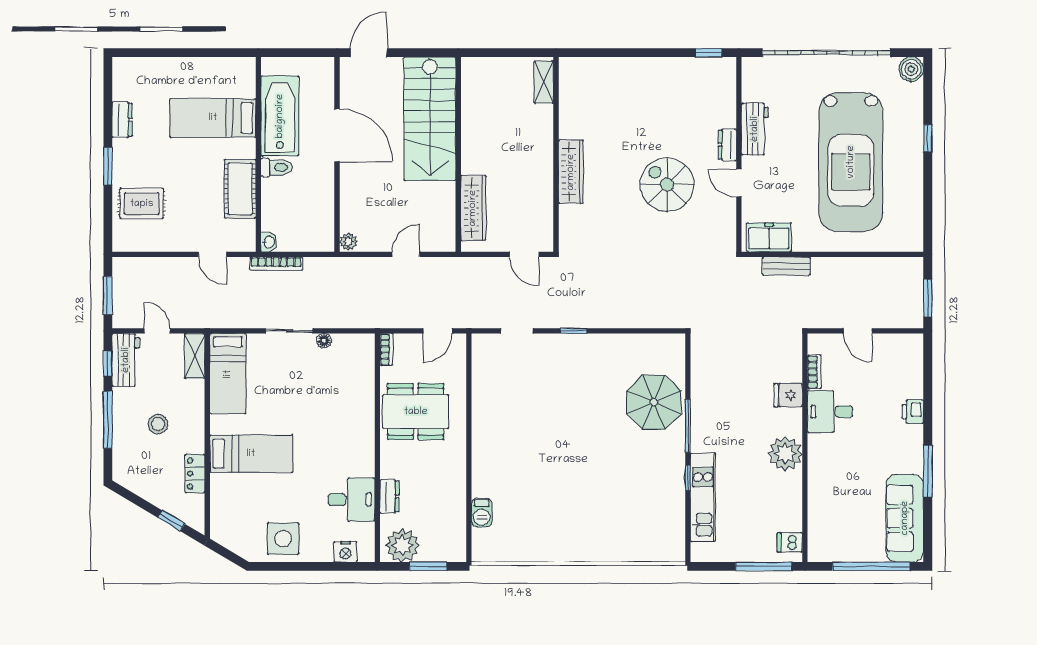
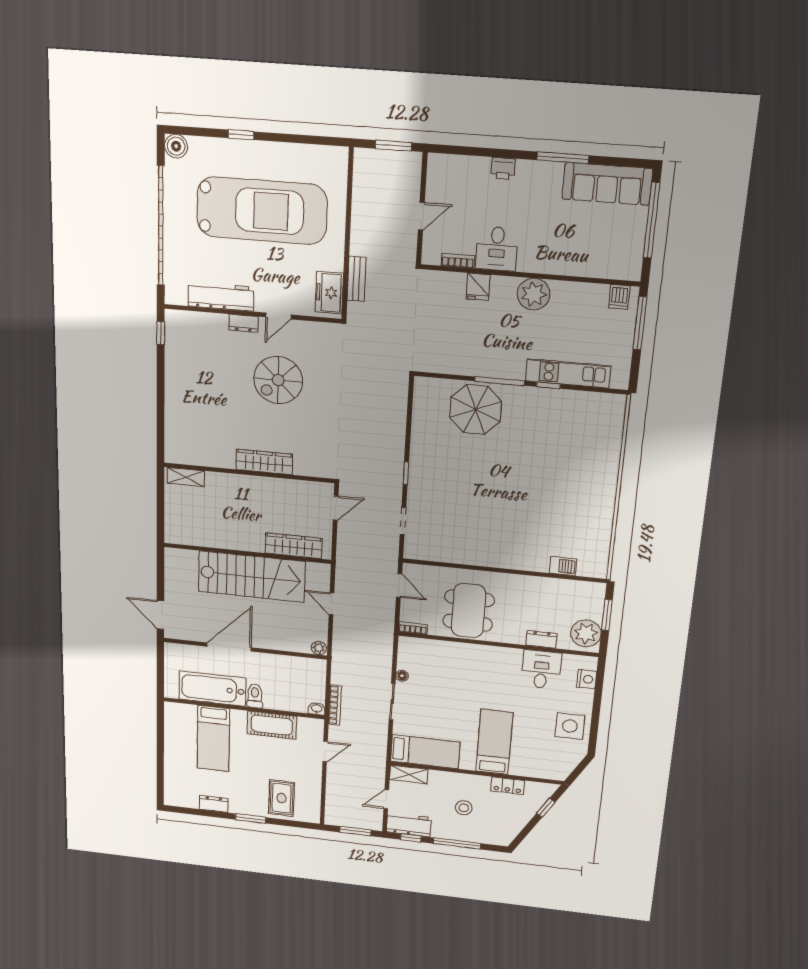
stairs: (430, 119) -> (252, 577), moved
workbench: (755, 129) -> (221, 297), width x1.38

